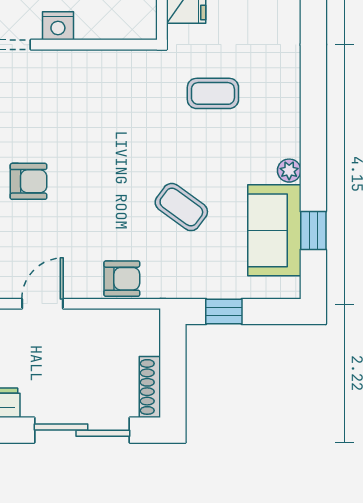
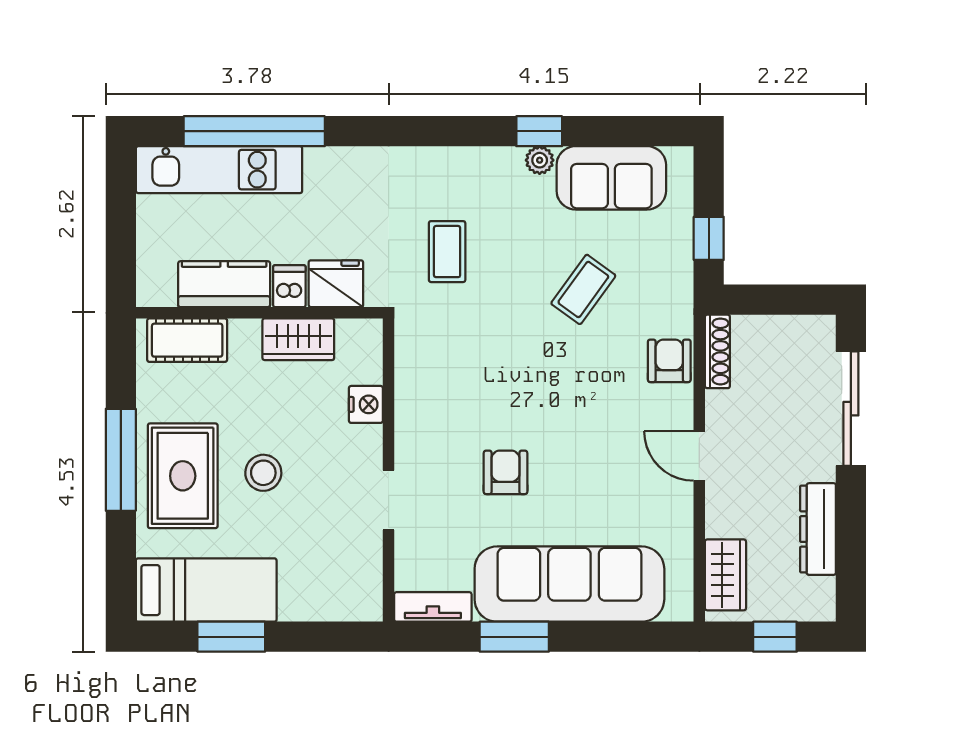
nightstand: (58, 26) -> (366, 404), moved
armchair: (28, 181) -> (505, 472), moved
window: (313, 231) -> (539, 131), moved
shoe rack: (150, 387) -> (717, 351), moved, turned -90

